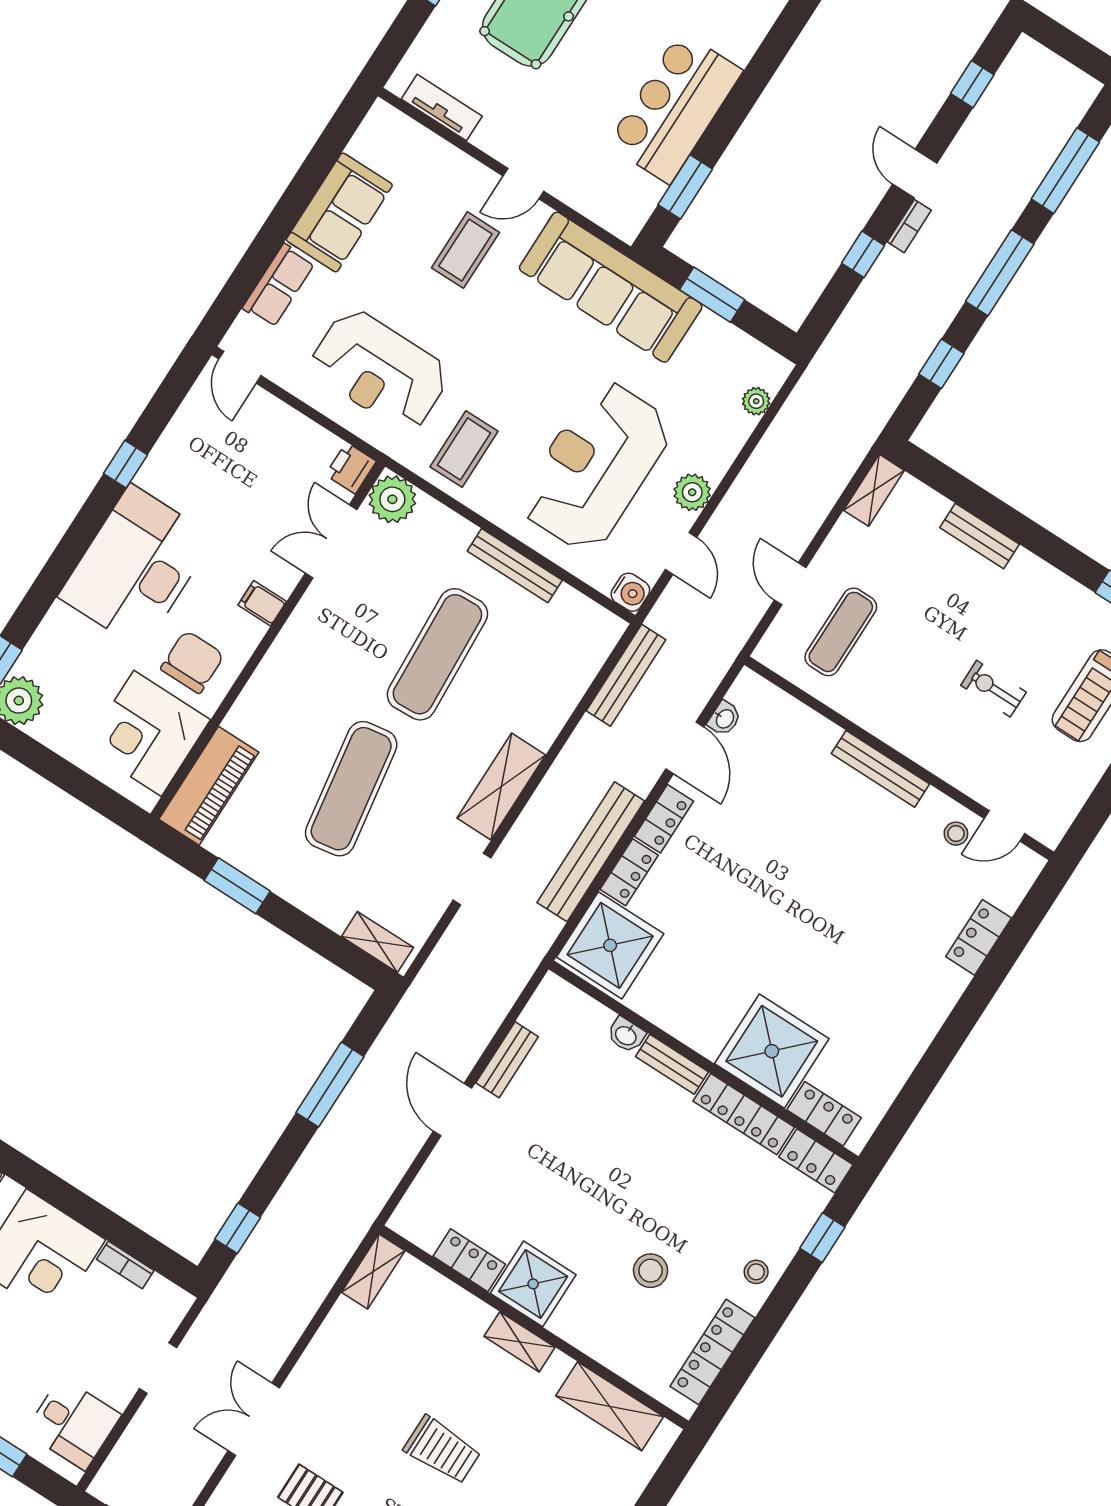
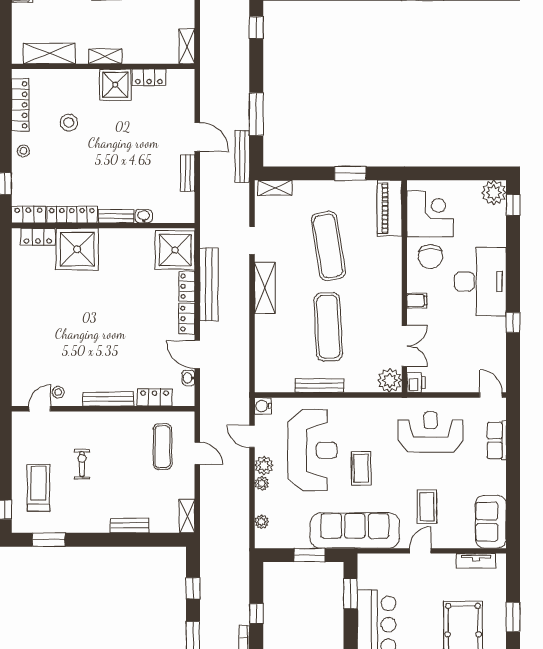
sofa: (339, 212) -> (491, 522), moved
coffee table: (464, 449) -> (361, 468), moved
plant: (715, 465) -> (262, 483), added
bench: (626, 675) -> (242, 156), moved
exercise bike: (993, 689) -> (82, 464), turned -90
locker: (979, 937) -> (155, 397), moved, turned -90

